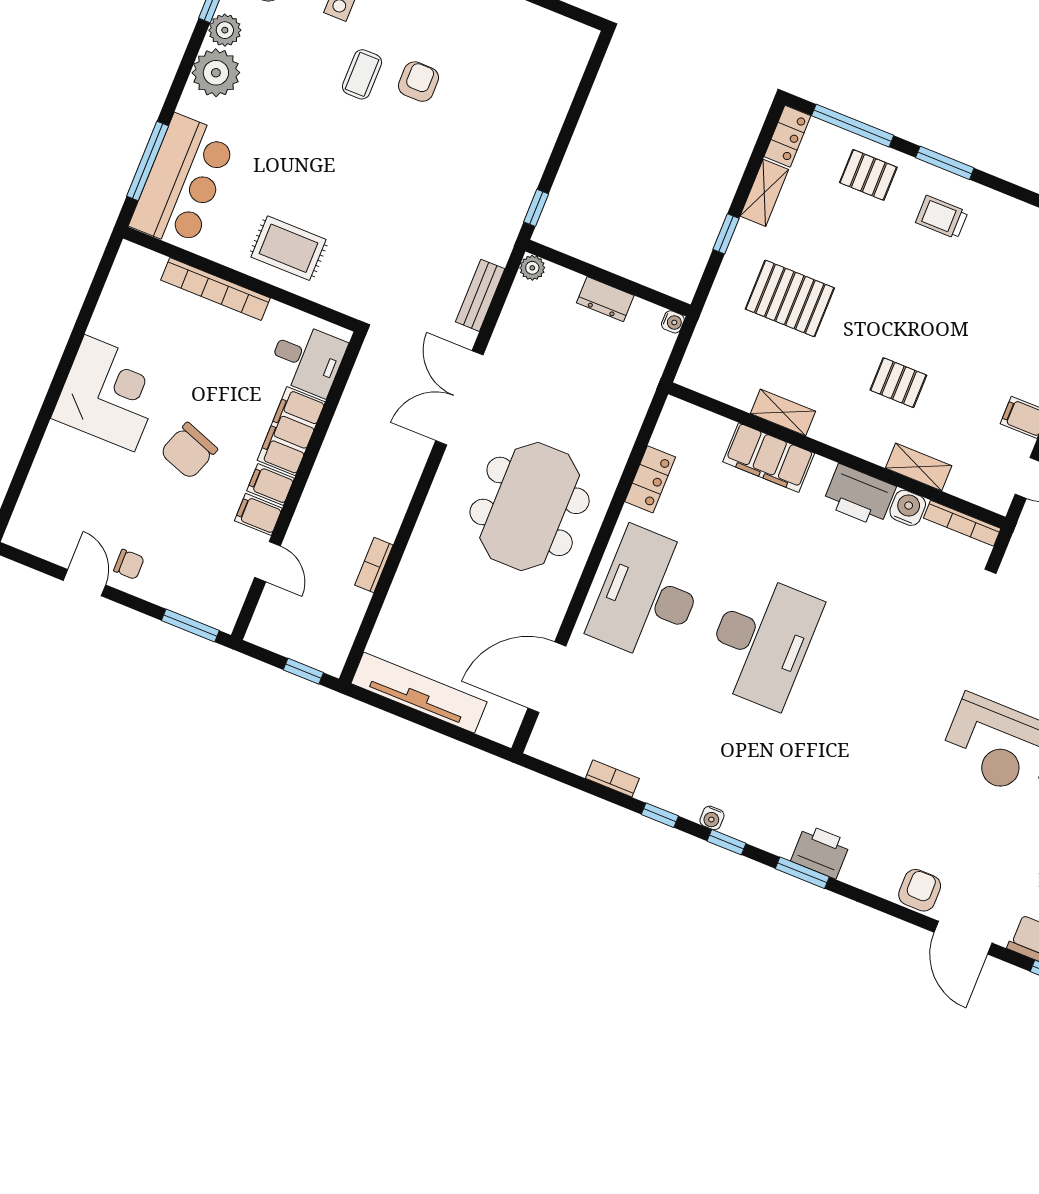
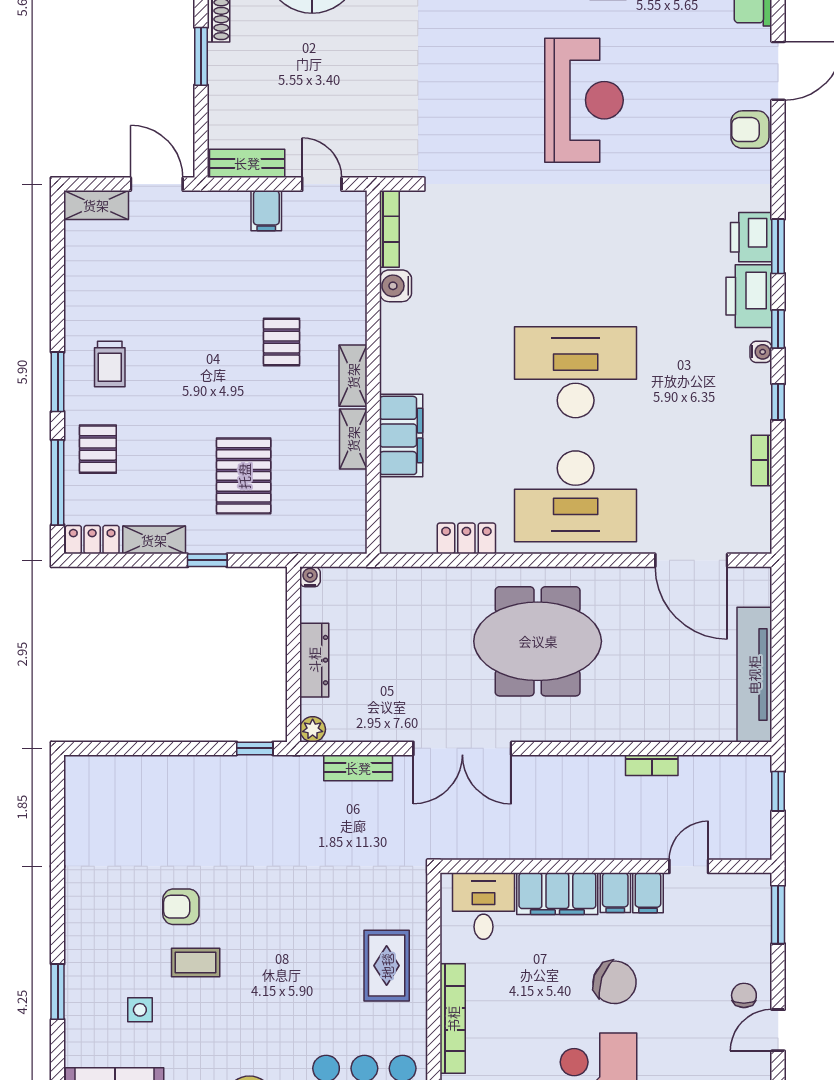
dresser: (605, 299) -> (314, 660), width x1.44
shelving: (919, 467) -> (353, 376), moved
printer: (859, 495) -> (749, 296), moved, turned 180

